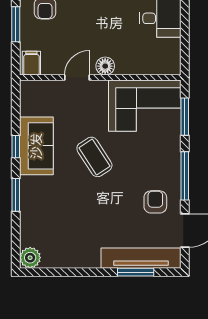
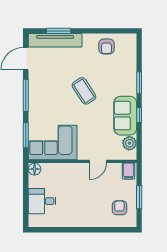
floor lamp: (105, 66) -> (35, 169), moved
coffee table: (94, 157) -> (84, 91), moved
armchair: (155, 202) -> (106, 47), moved
plant: (30, 258) -> (129, 143), moved

